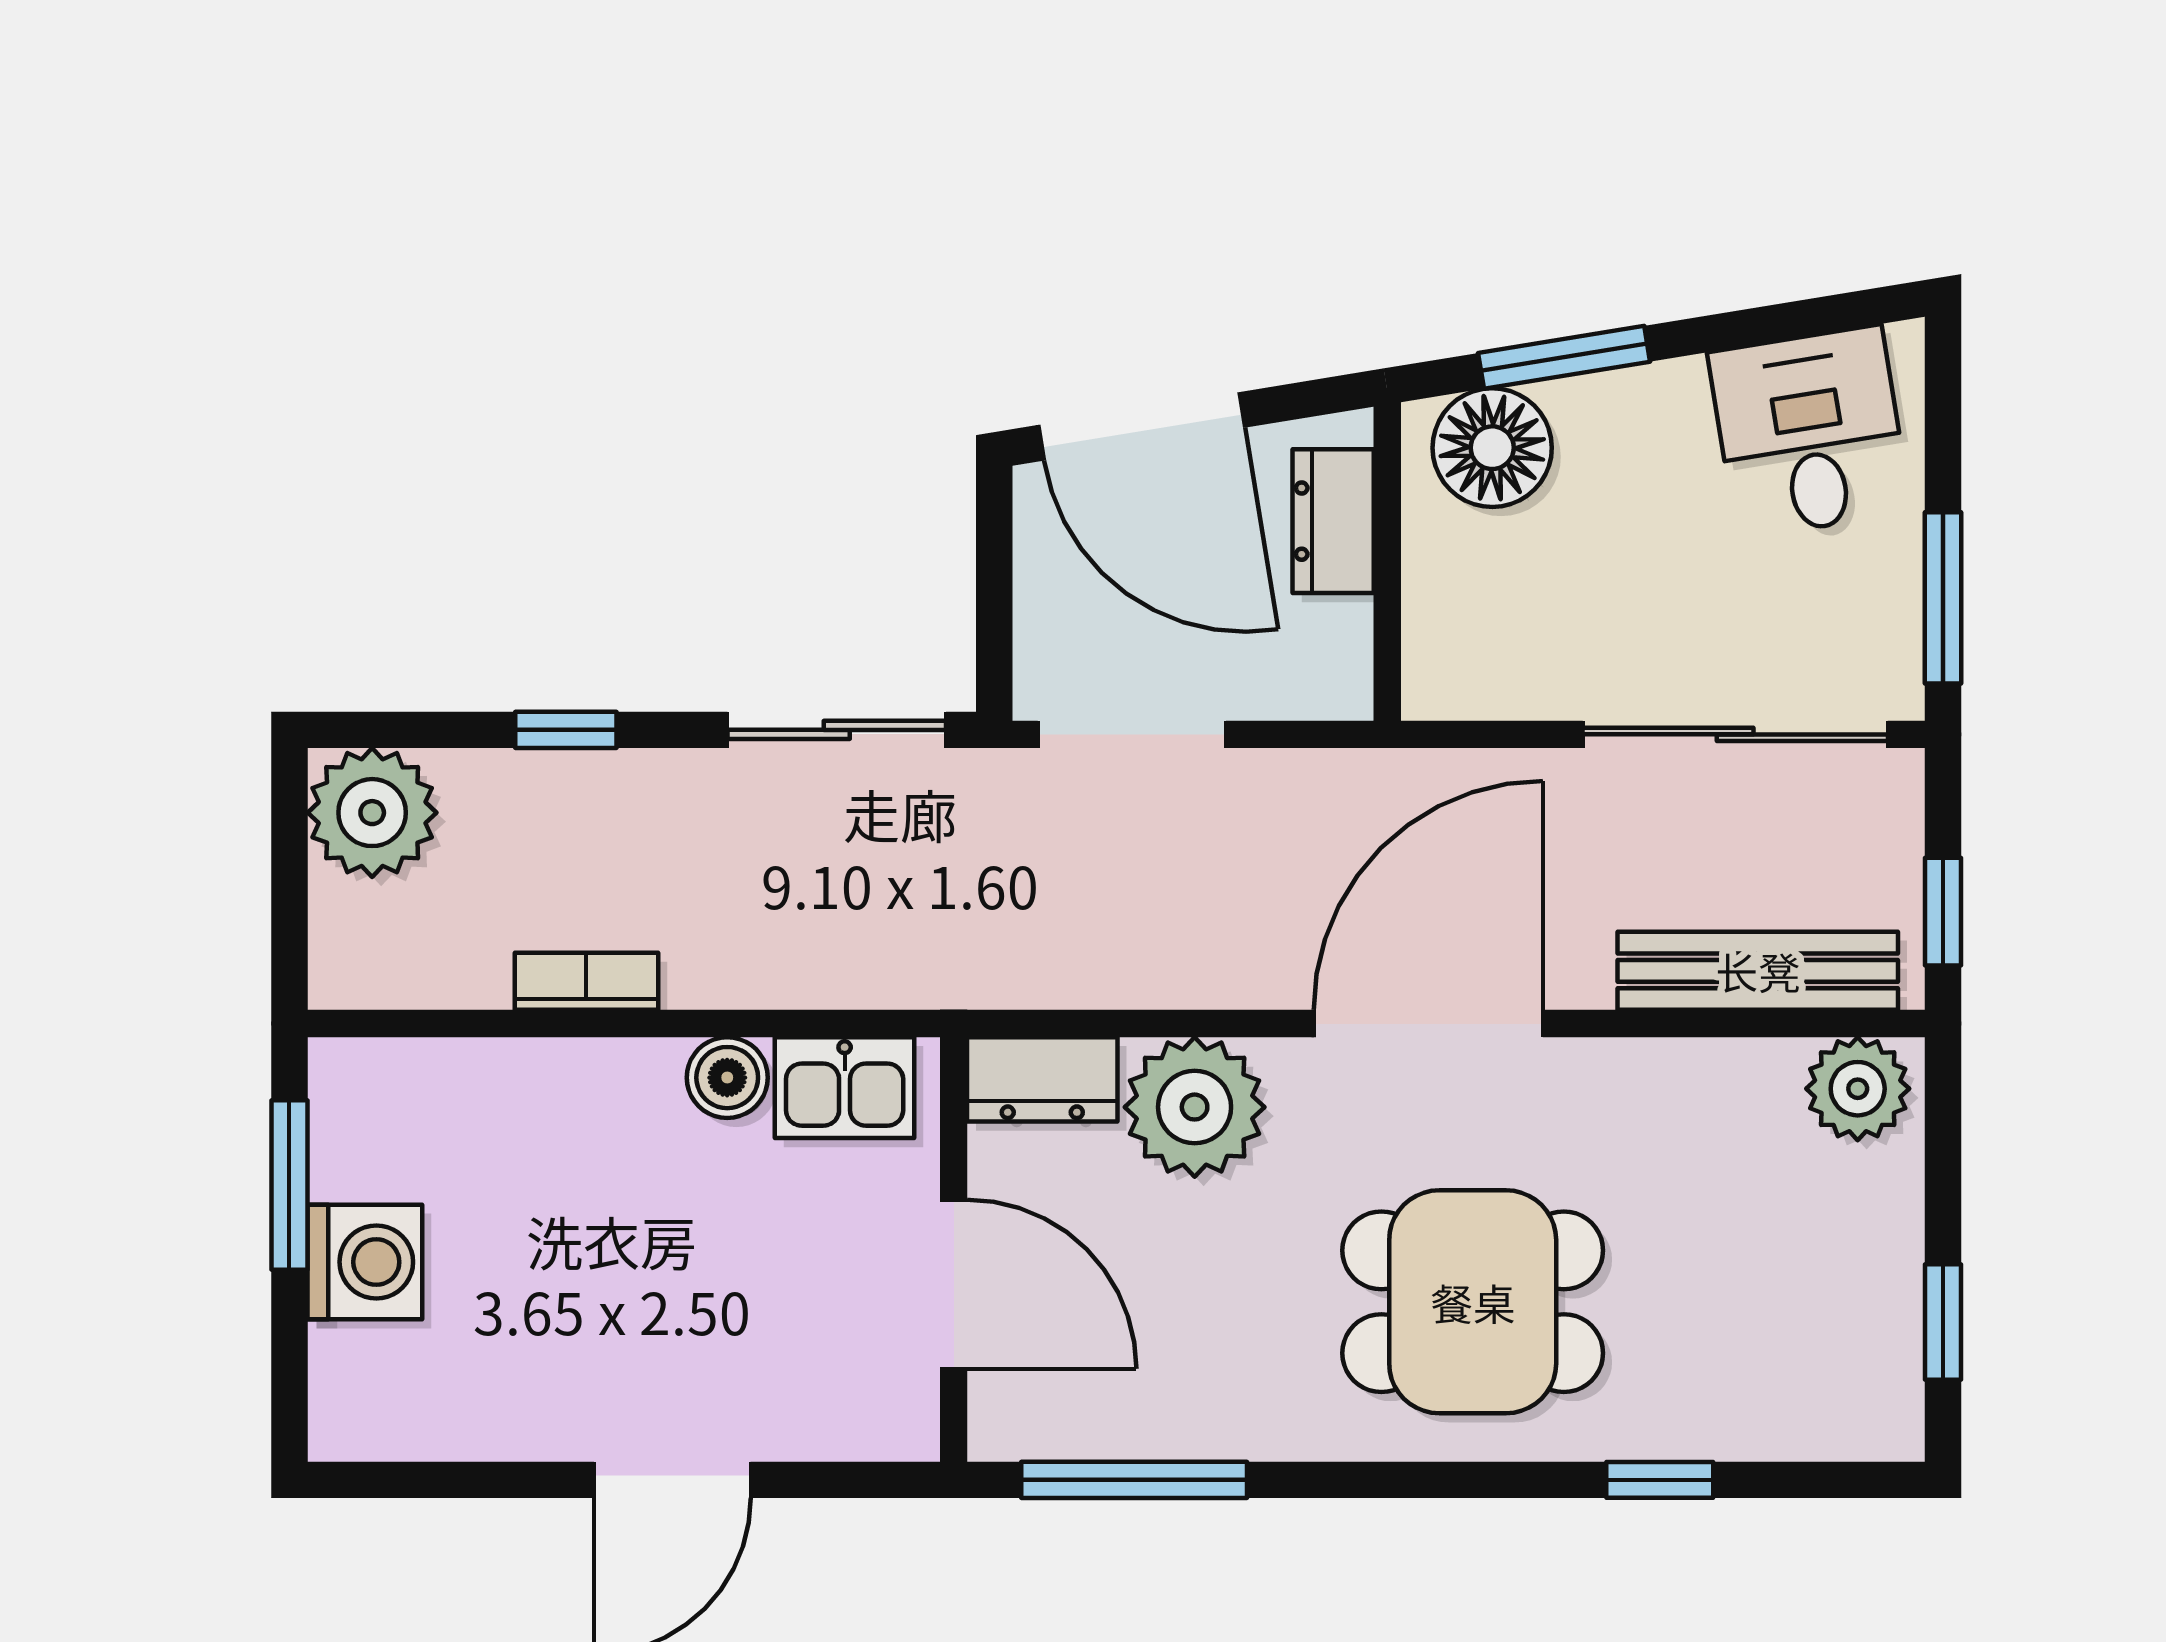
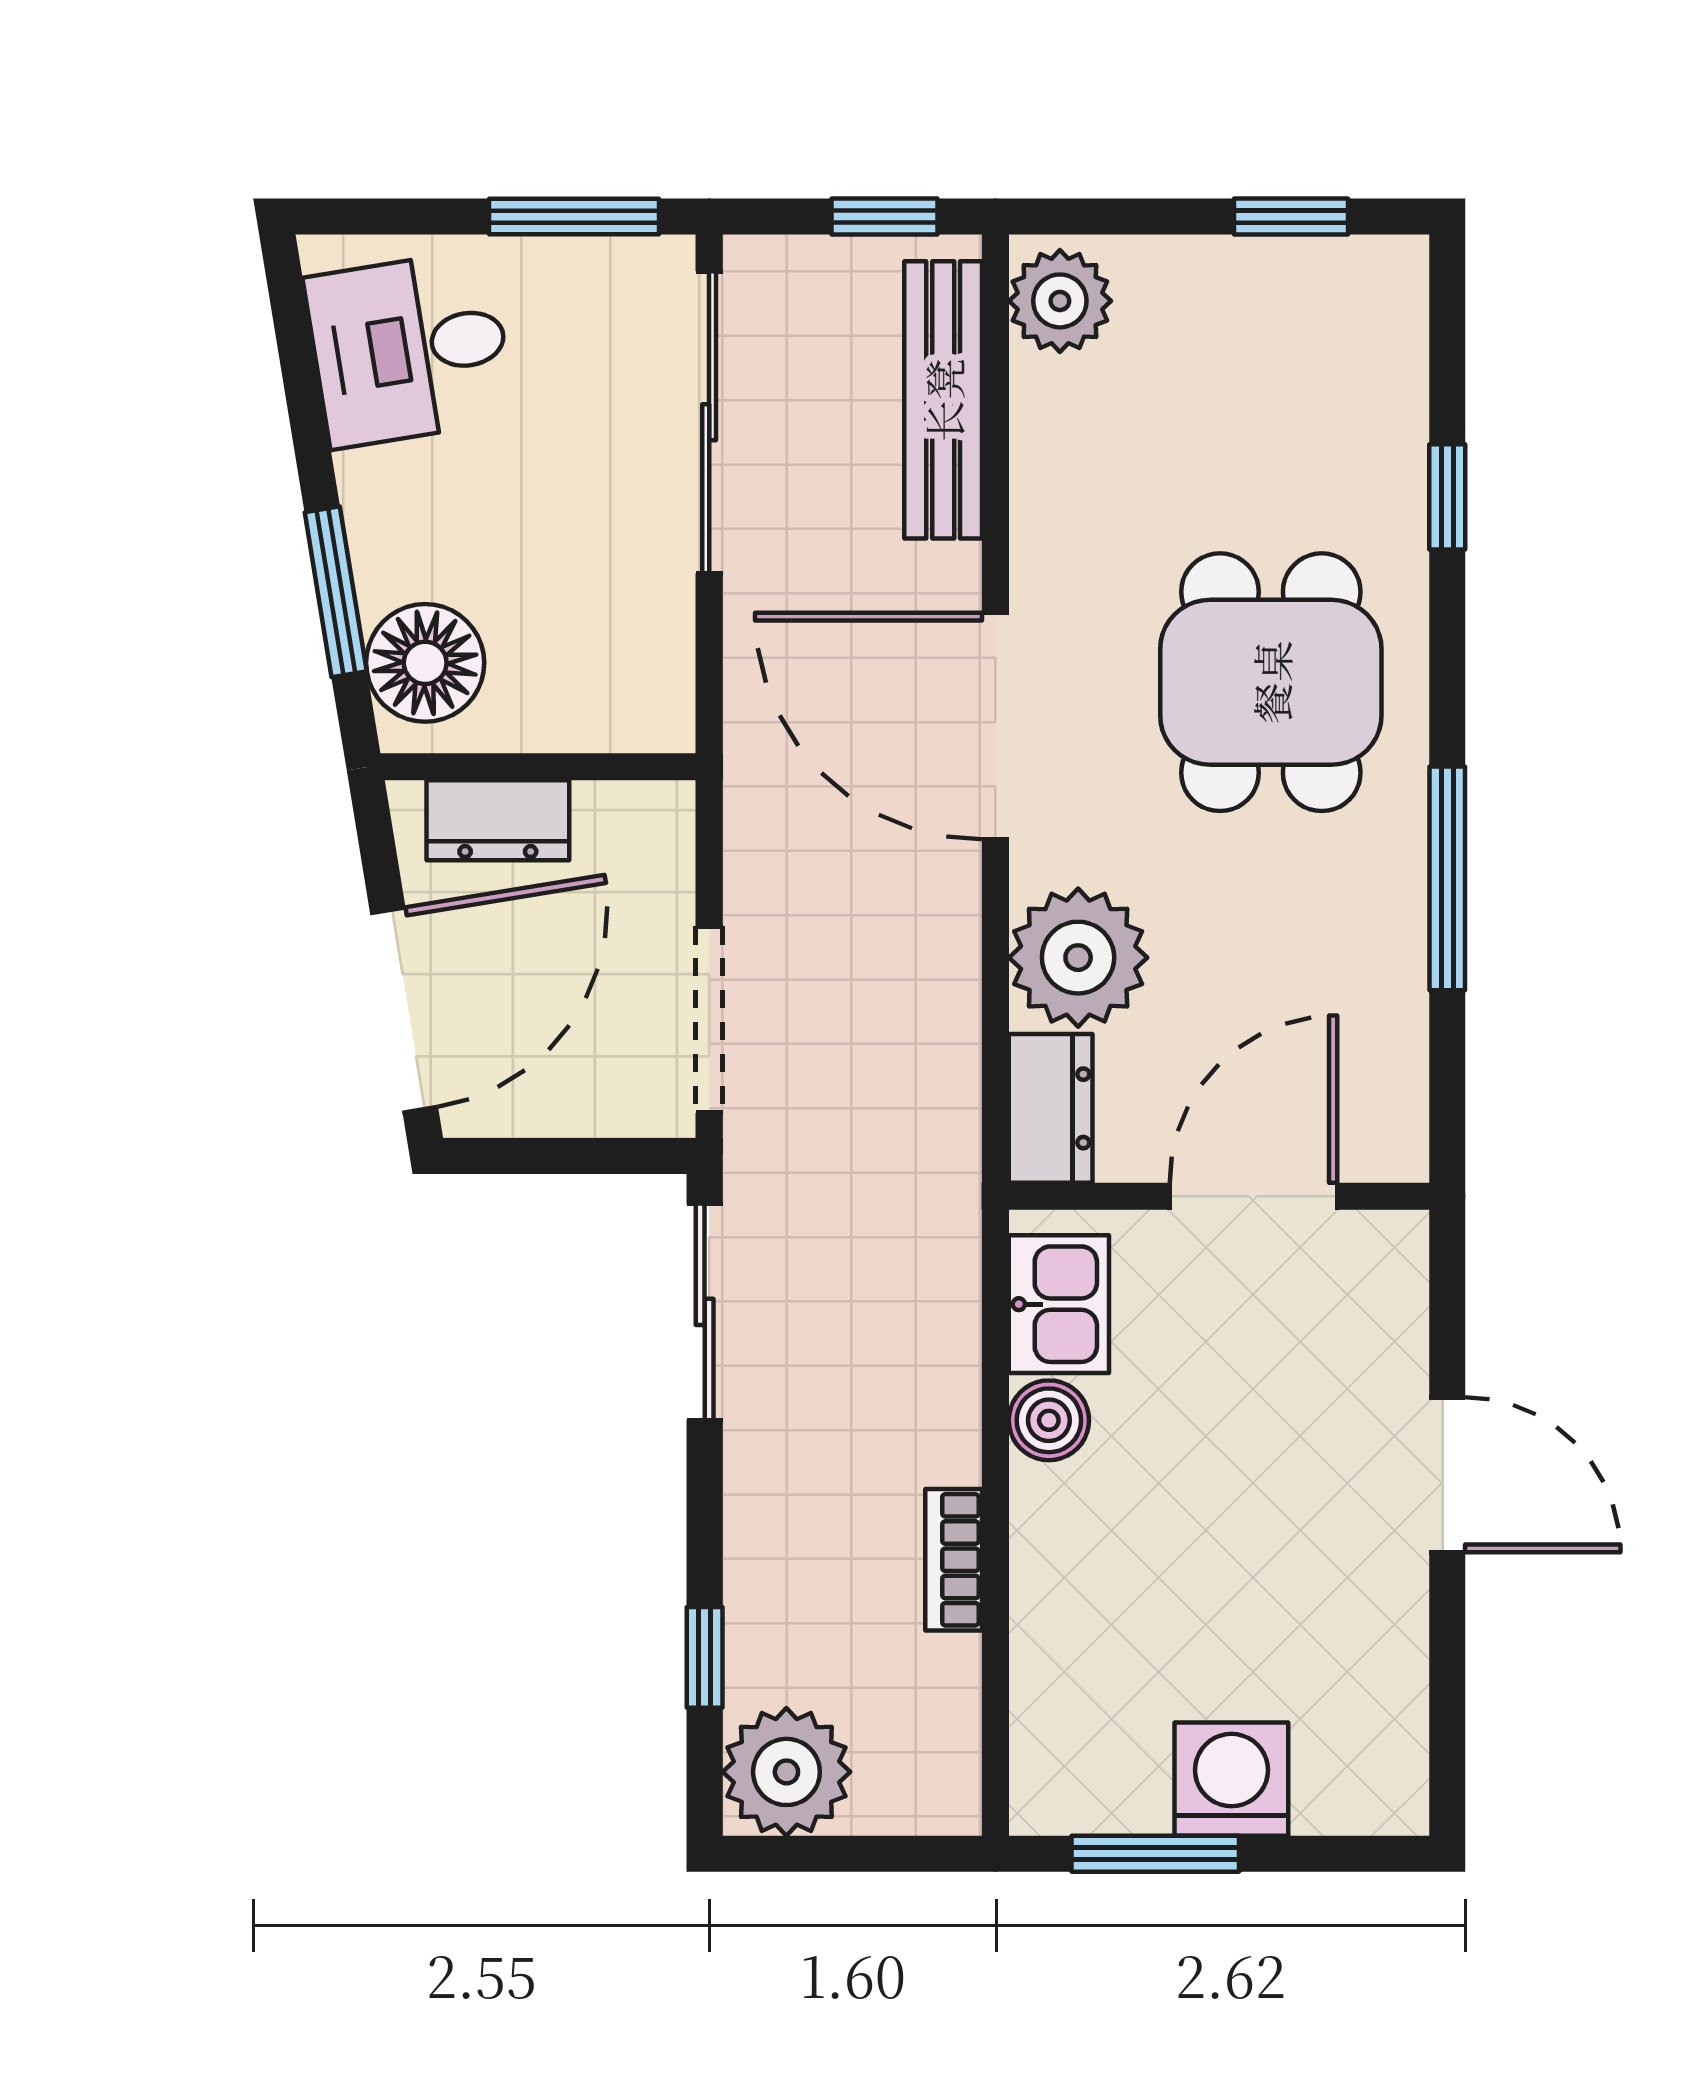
window: (566, 730) -> (705, 1657), moved
window: (1134, 1480) -> (1447, 878), moved

